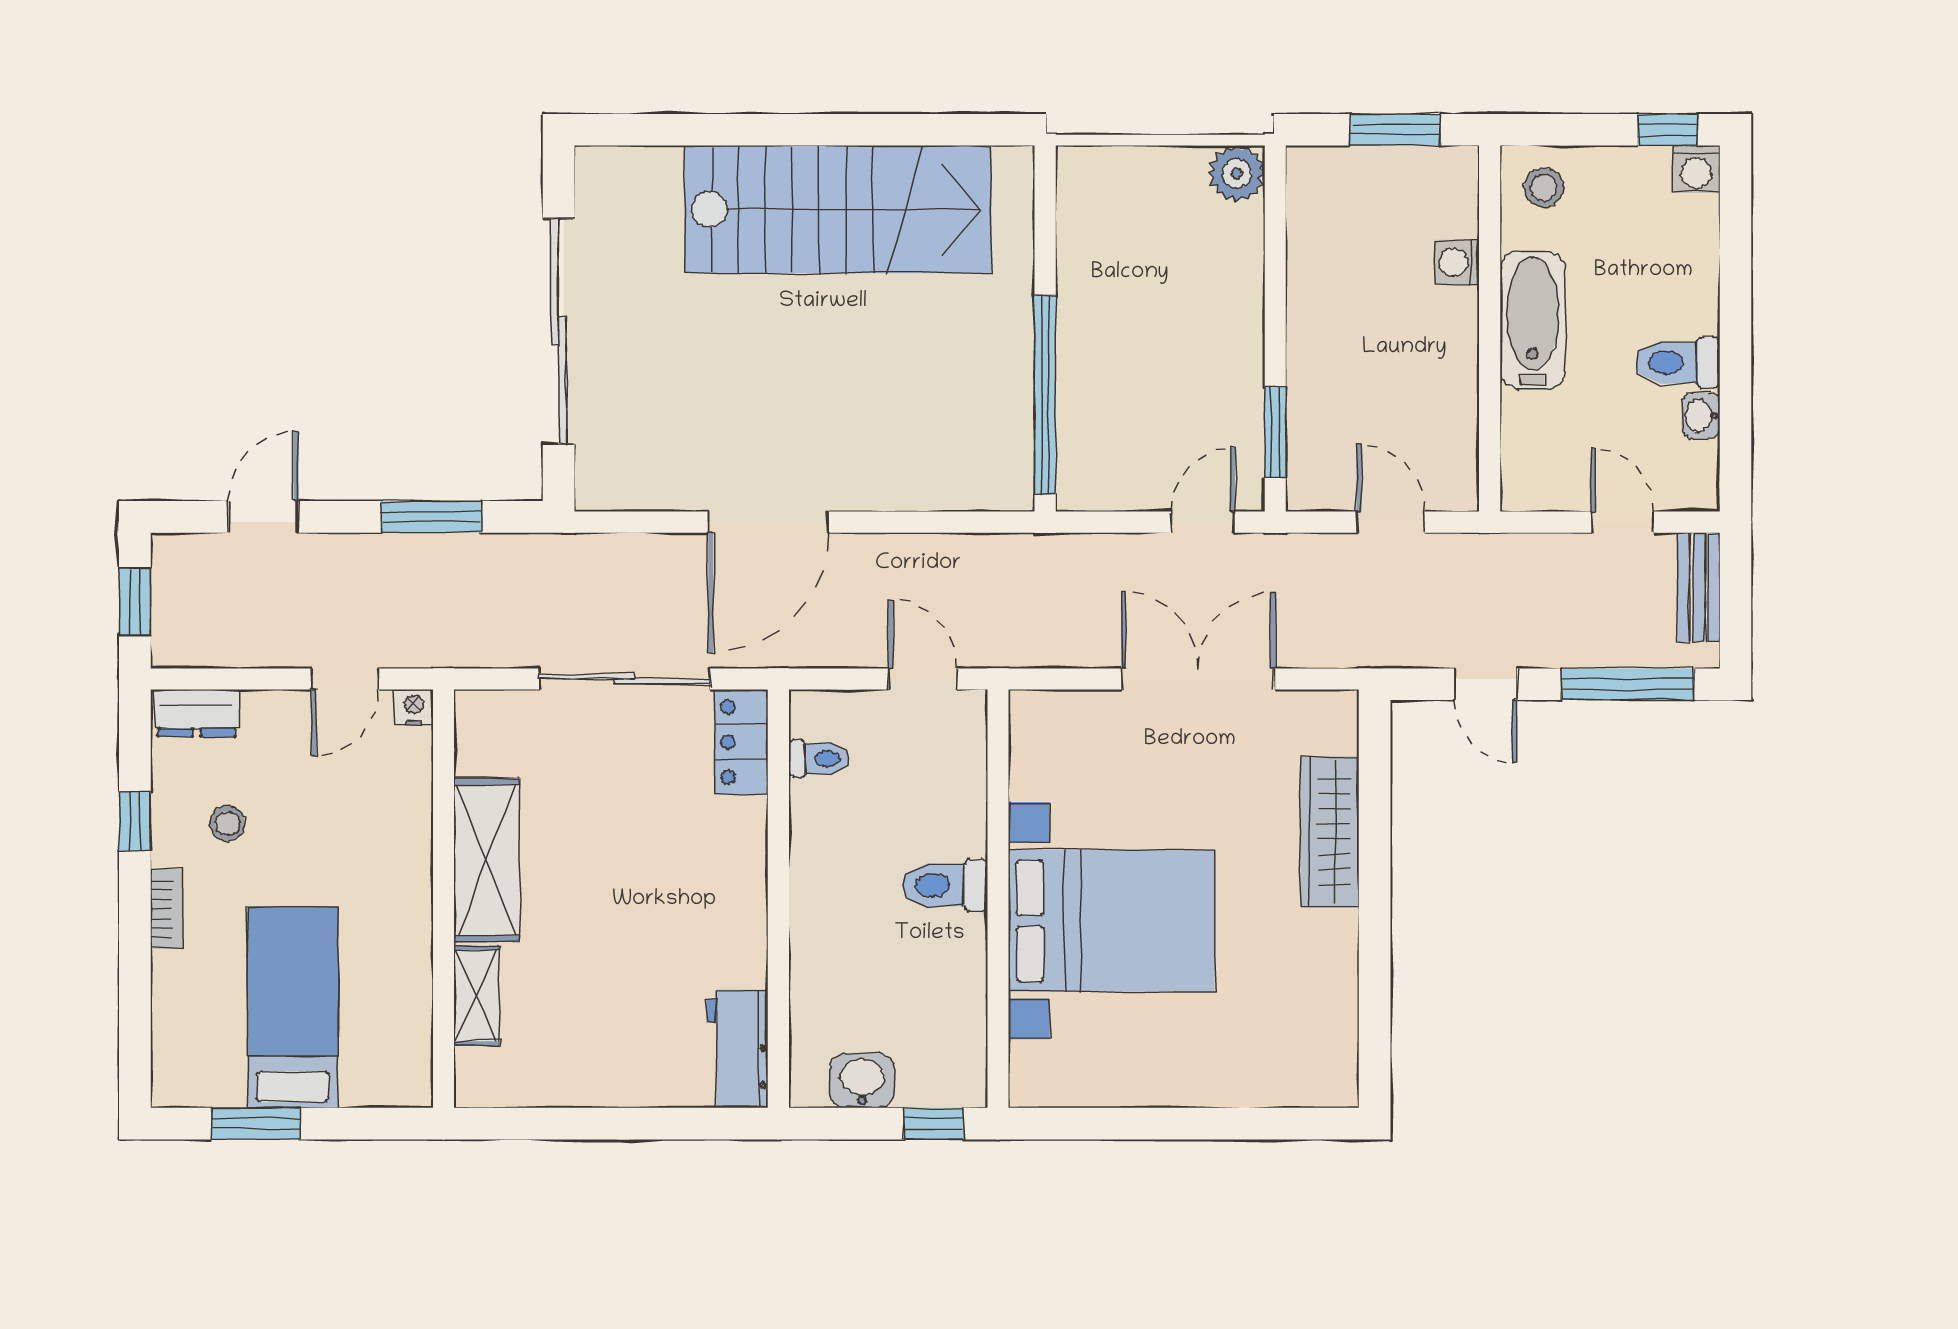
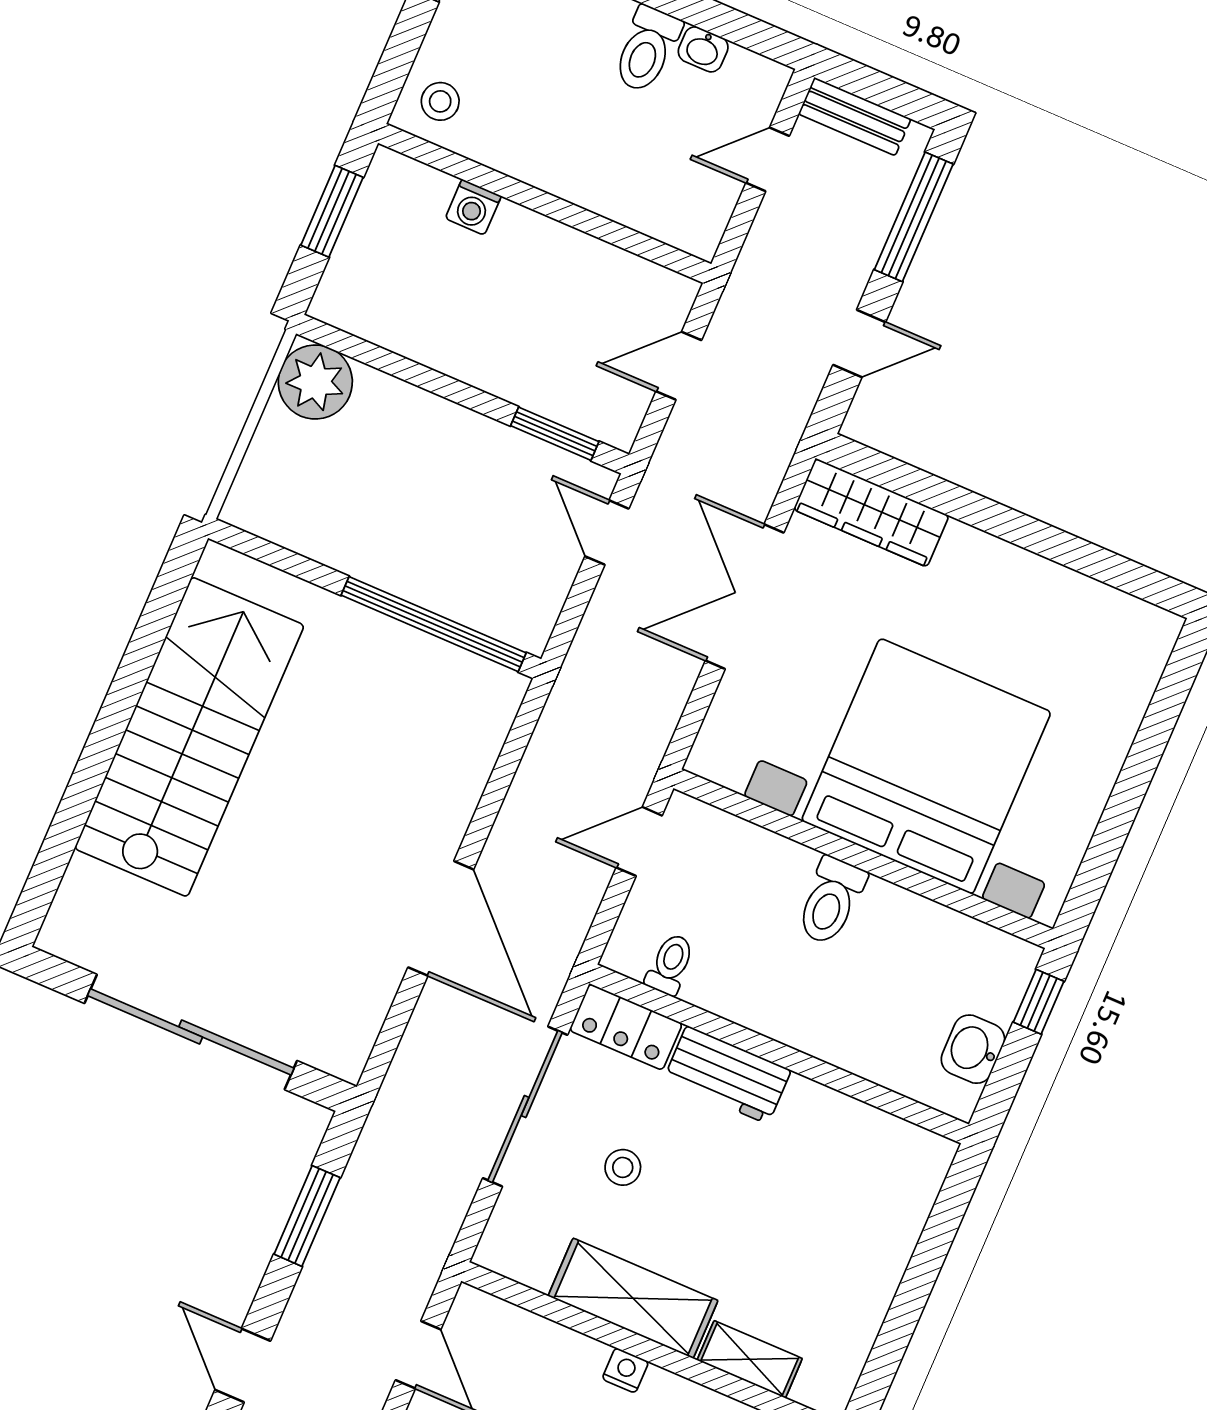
plant: (1237, 174) -> (315, 382), width x1.36, depth x1.36
bathtub: (1533, 320) -> (554, 162), removed
nightstand: (414, 707) -> (625, 1370), moved, turned 90
stool: (607, 797) -> (623, 1167), added
wardrobe: (1330, 832) -> (871, 513), moved
bed with nightstands: (1111, 921) -> (926, 766), width x1.36
workbench: (737, 1049) -> (727, 1075), moved

